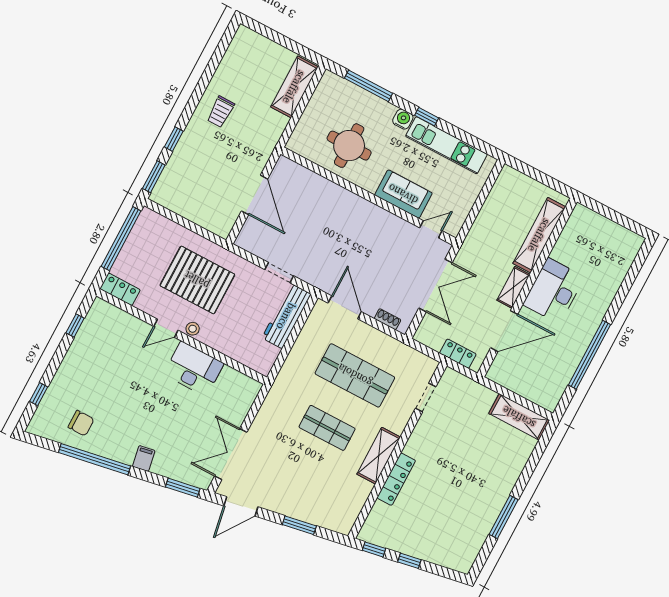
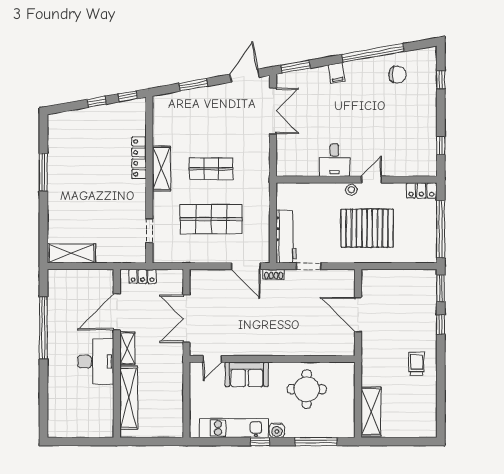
shoe rack: (388, 319) -> (274, 274), moved
desk: (194, 369) -> (335, 160), width x0.73
chair: (81, 423) -> (397, 75), turned 180

